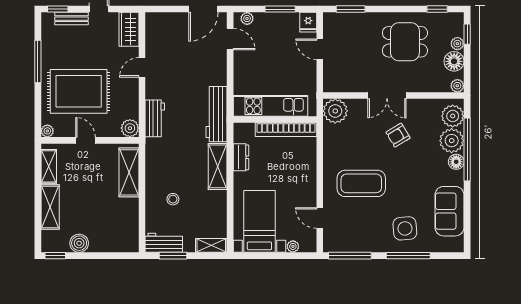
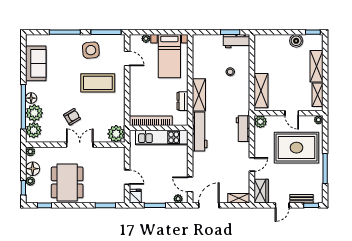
dining table: (405, 42) -> (67, 182), width x1.37
side table: (405, 228) -> (91, 50), moved
shelving: (211, 245) -> (239, 198), moved

